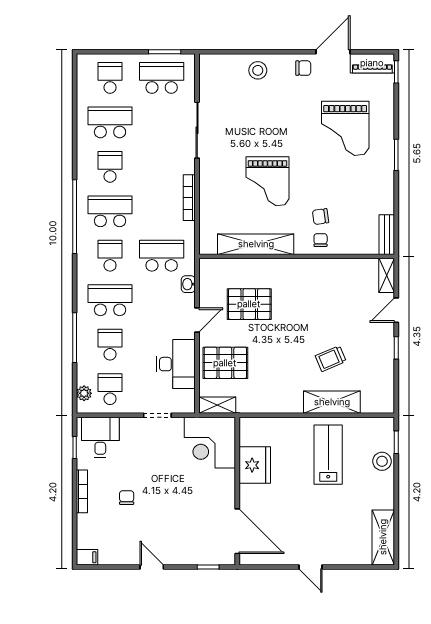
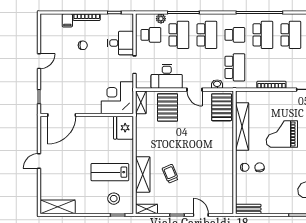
school desk: (110, 167) -> (291, 35), width x1.85
shelving: (387, 275) -> (147, 209), moved
pallet: (249, 304) -> (222, 107), moved
school desk: (110, 345) -> (179, 35), width x1.85
plant: (84, 393) -> (161, 19), moved
desk: (100, 437) -> (121, 43), moved
lab bench: (328, 455) -> (110, 172), turned 180
stool: (382, 461) -> (114, 199), moved
fridge: (255, 465) -> (124, 128), moved, turned 90
filing cabinet: (87, 557) -> (67, 20), moved

